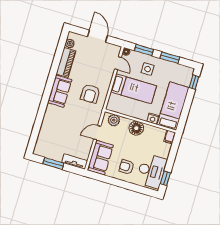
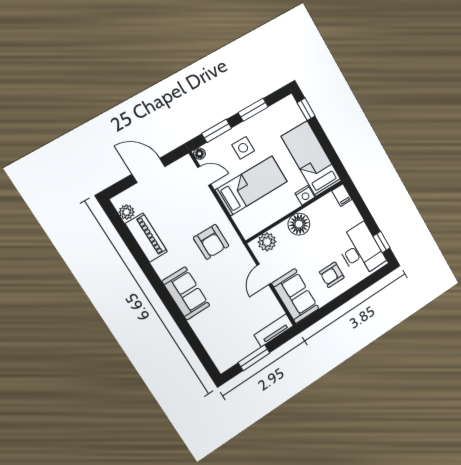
sofa: (60, 91) -> (186, 293), moved

